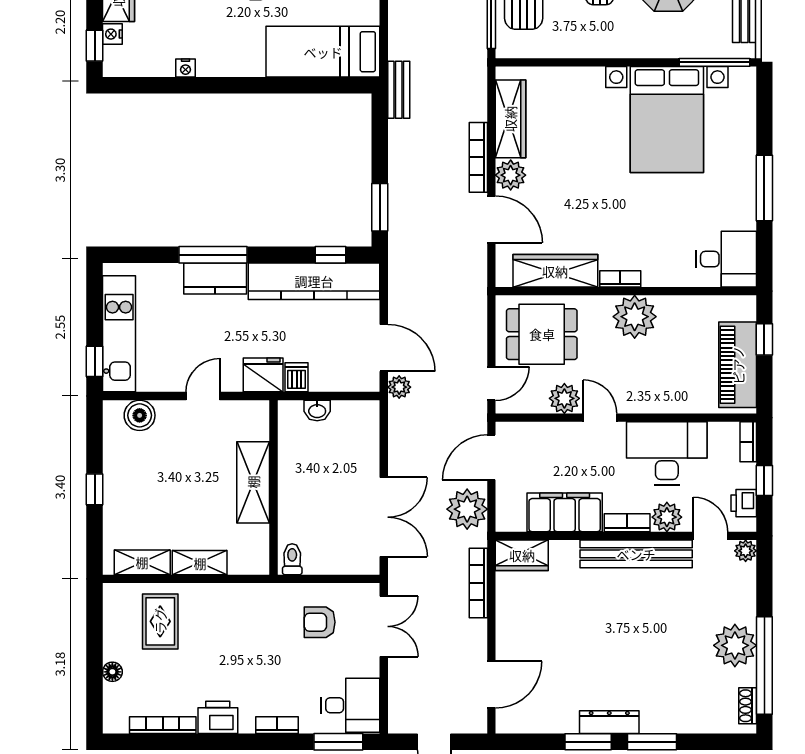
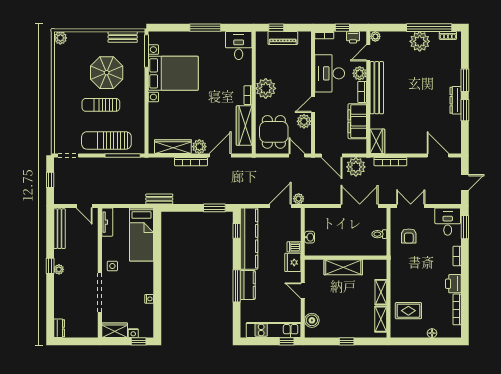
piano: (738, 365) -> (283, 38), width x0.73, depth x0.75
toilet: (292, 559) -> (379, 234), moved

